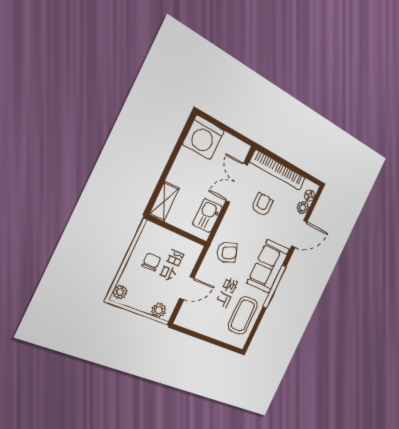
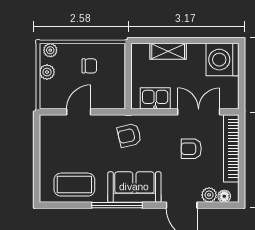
shelving: (164, 201) -> (168, 51), moved
armchair: (262, 204) -> (191, 149), turned 180
armchair: (227, 252) -> (129, 135), turned 98
door: (187, 288) -> (79, 112), swing flipped
plant: (159, 310) -> (47, 72), moved

